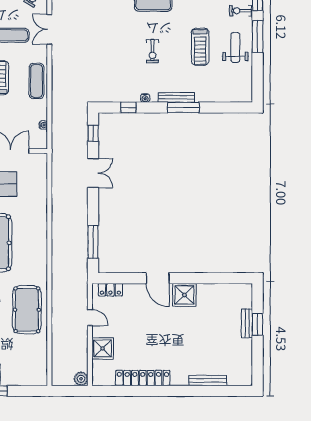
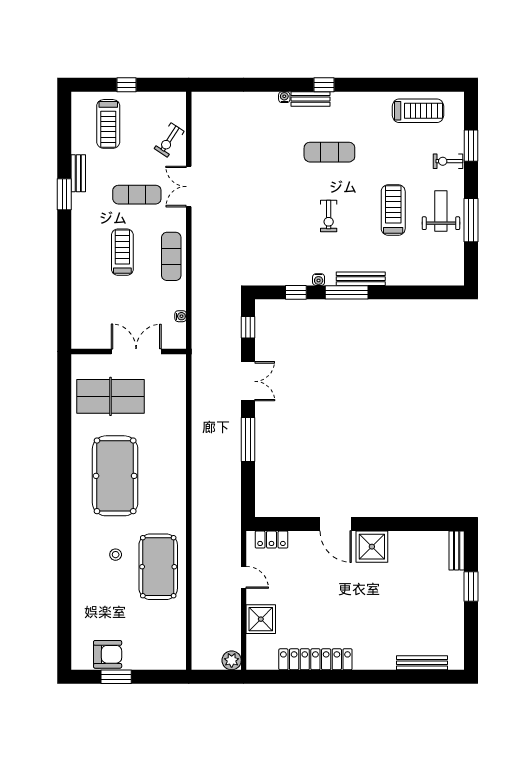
window: (258, 37) -> (471, 220), moved
treadmill: (200, 47) -> (393, 210), turned 180
window: (183, 107) -> (347, 292), moved
window: (93, 242) -> (248, 439), moved
bench: (247, 323) -> (457, 550), moved
bench: (208, 381) -> (422, 663), moved

